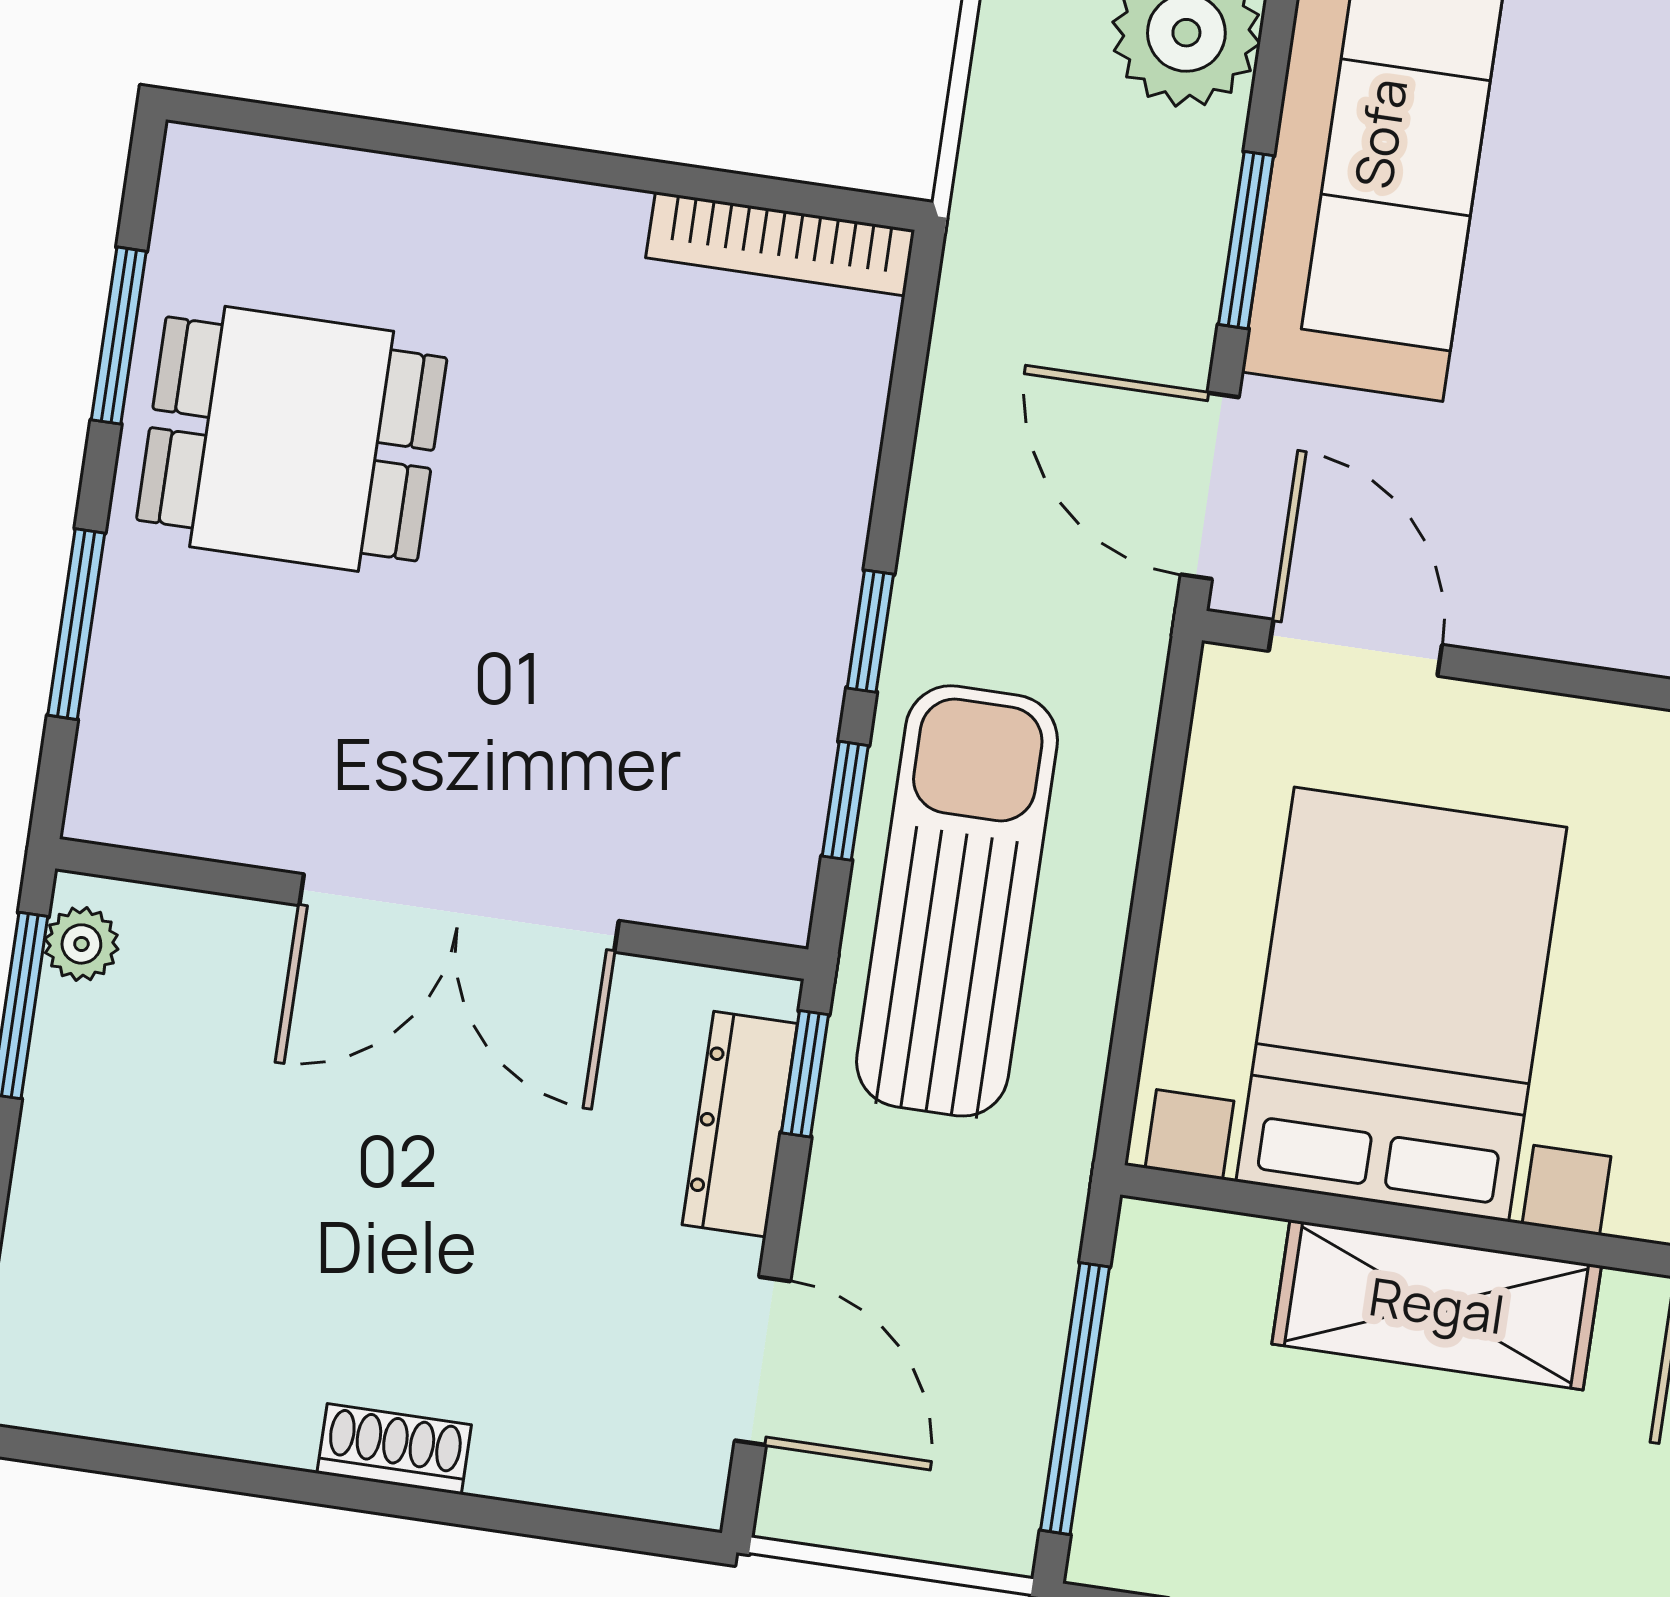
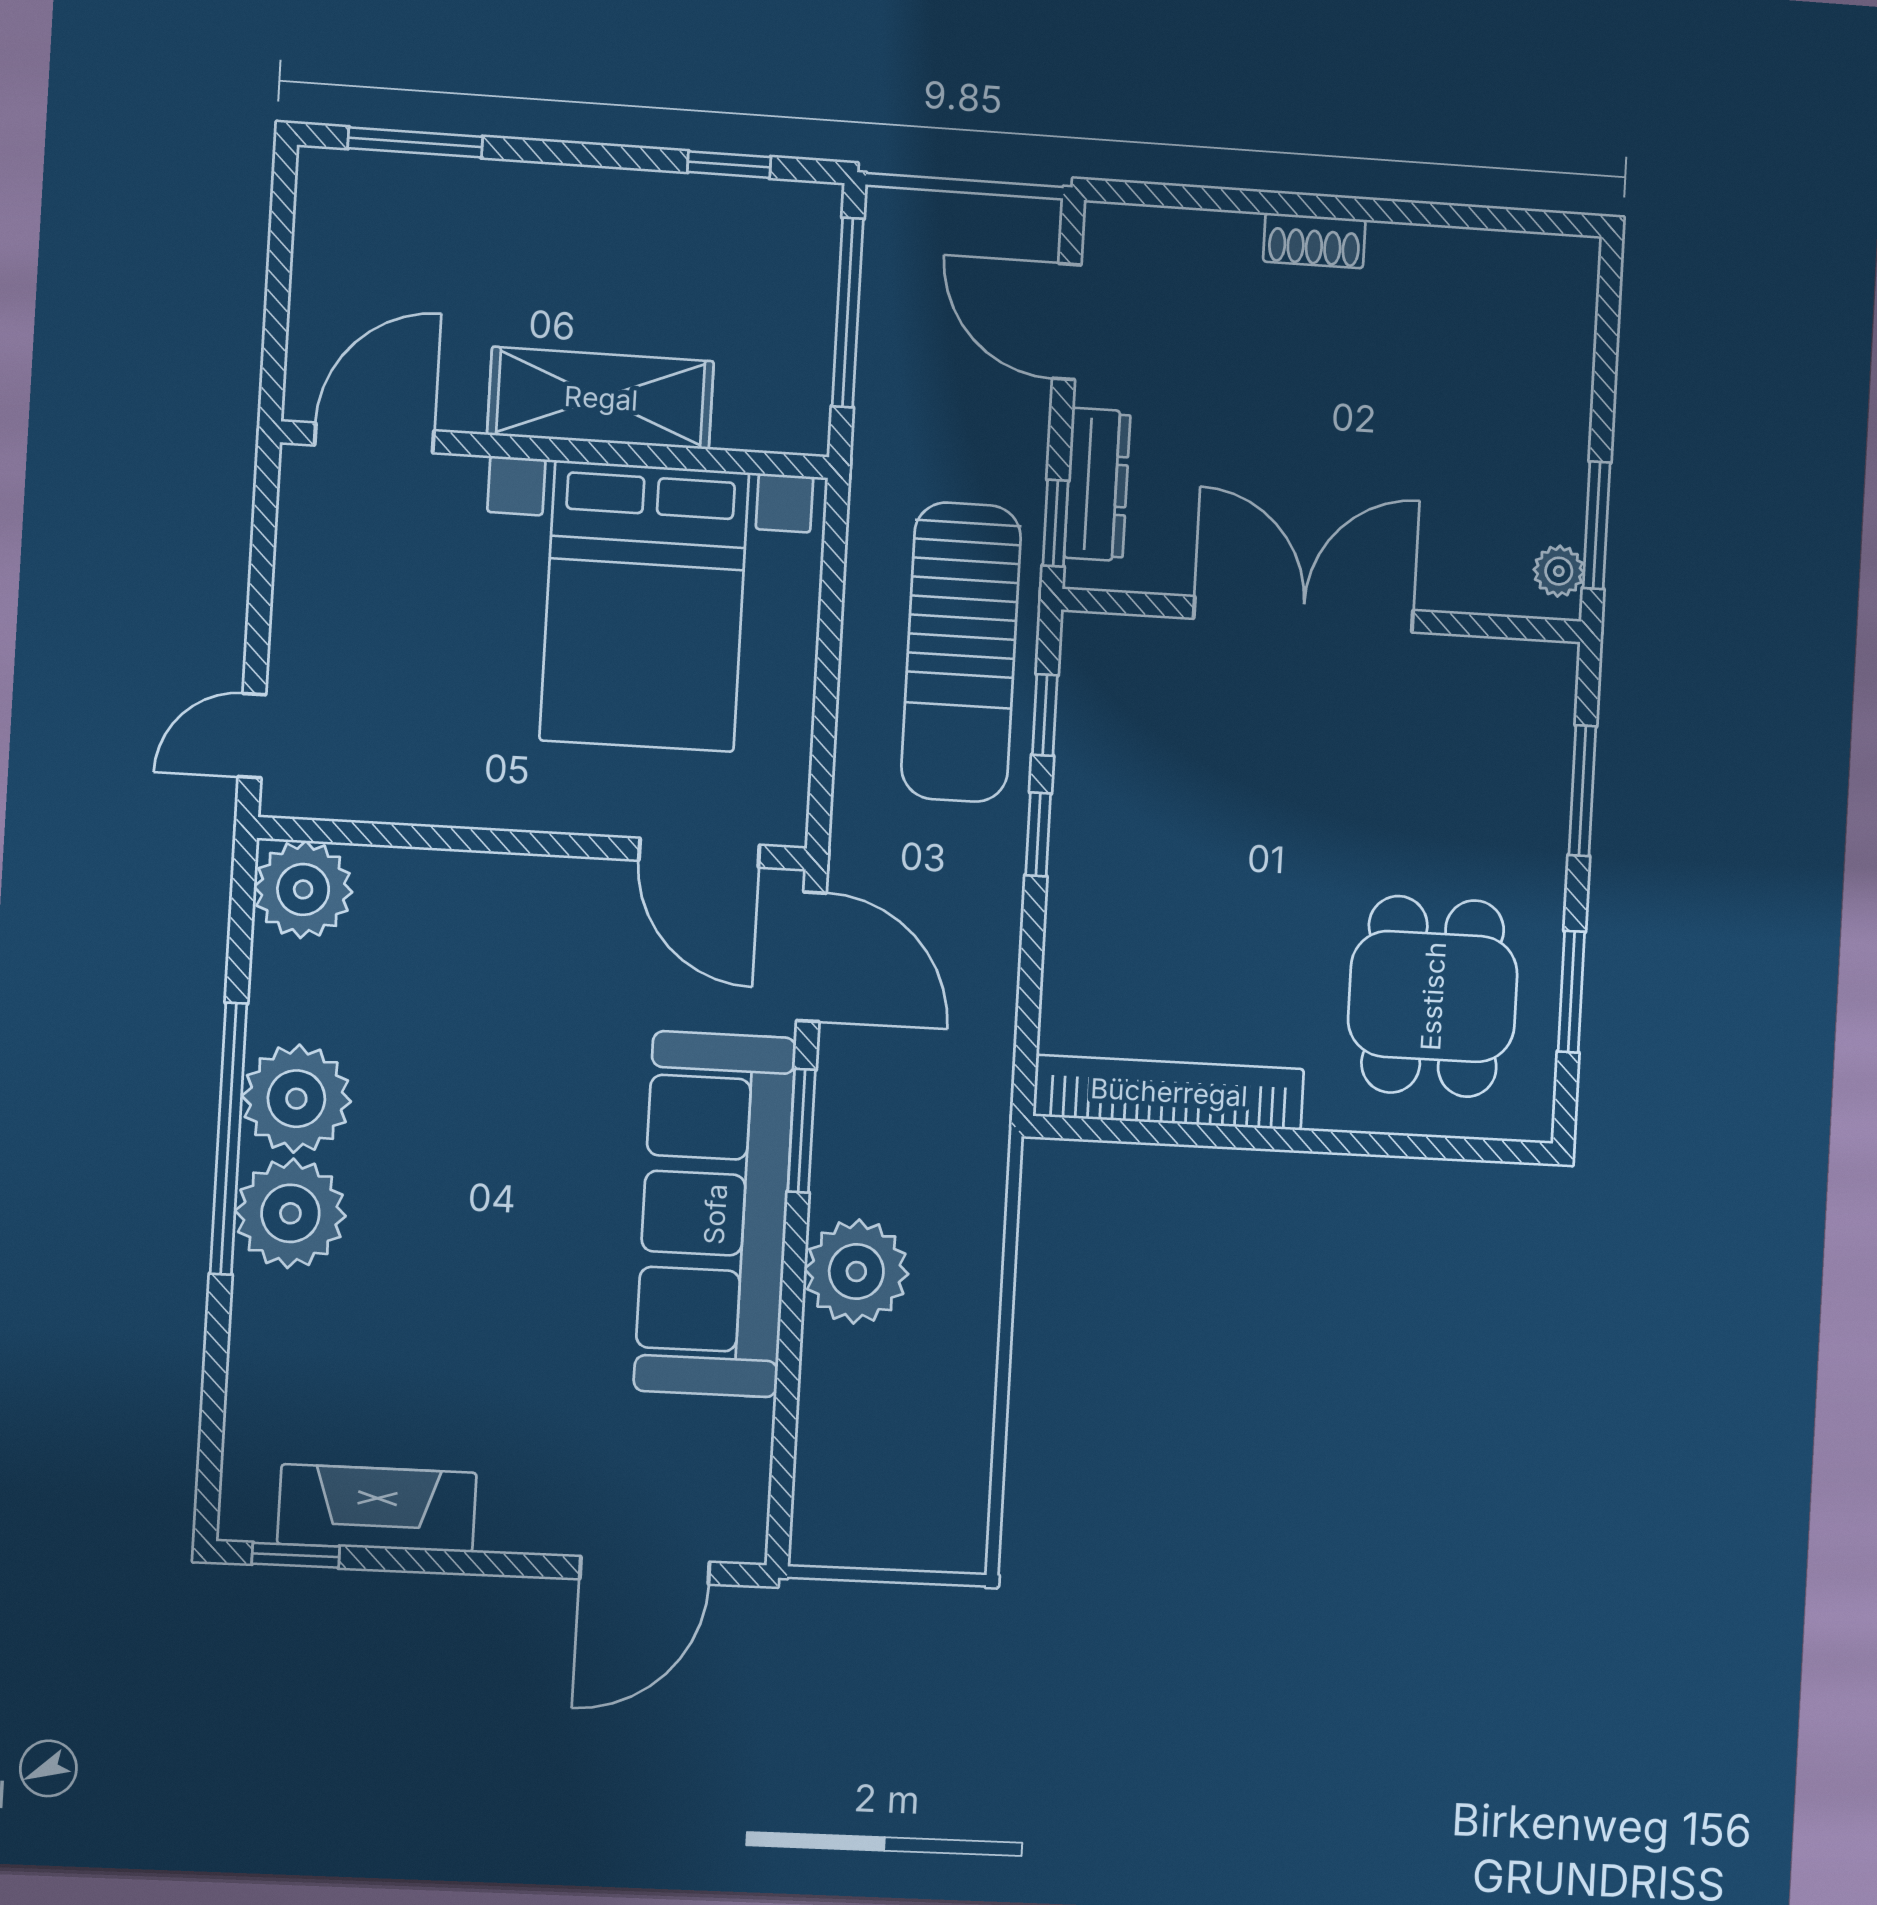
bookcase: (780, 244) -> (1169, 1092), width x1.48, depth x1.31
dining table: (292, 439) -> (1433, 996), moved, turned 90

